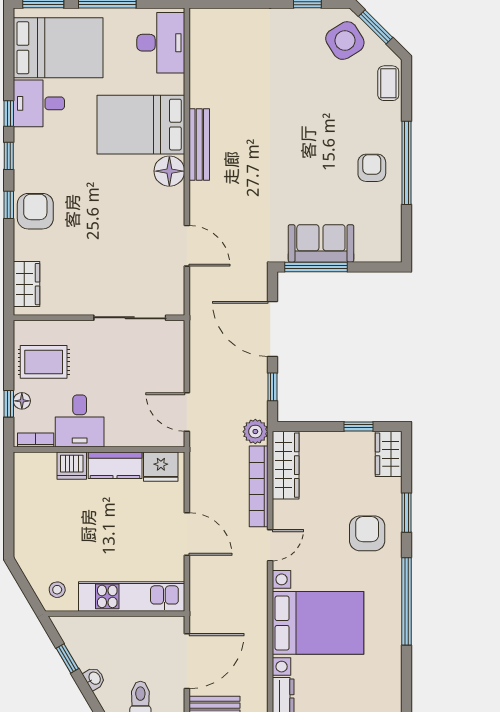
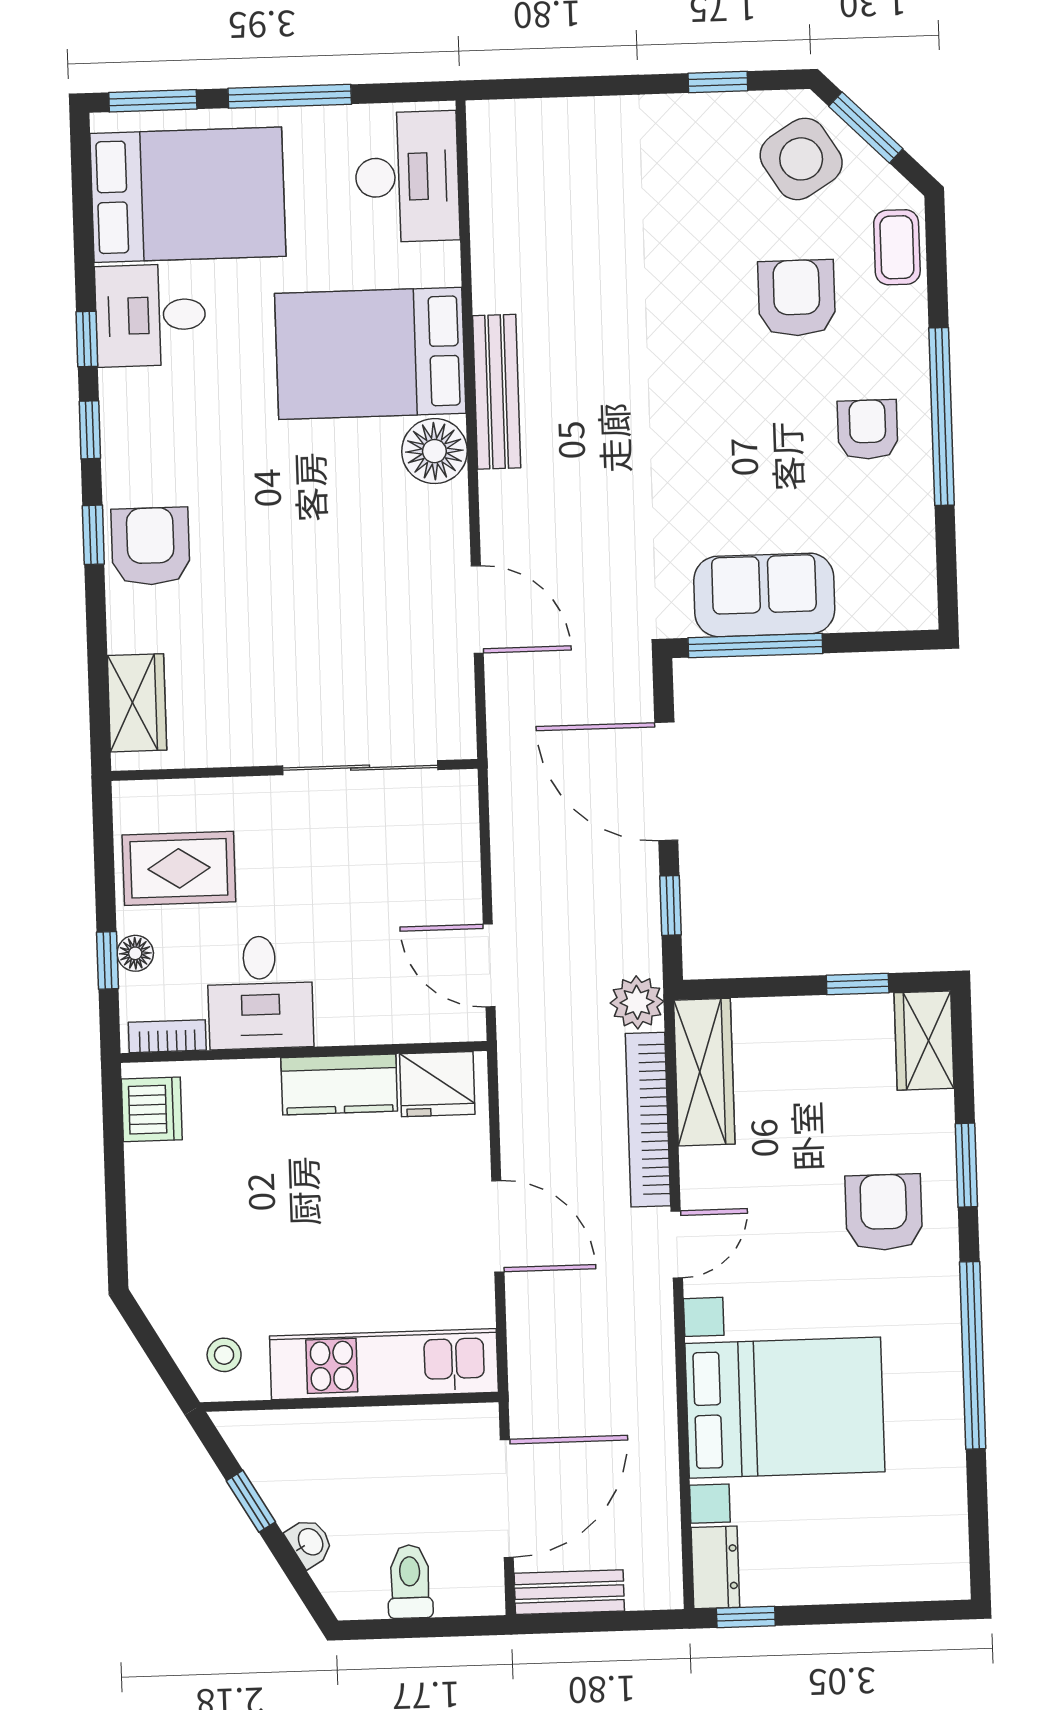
armchair: (341, 105) -> (797, 298), added
dishwasher: (72, 466) -> (152, 1109), moved, turned -90

